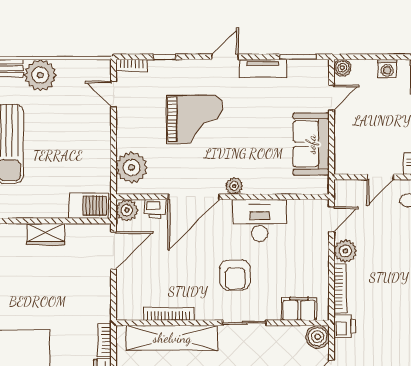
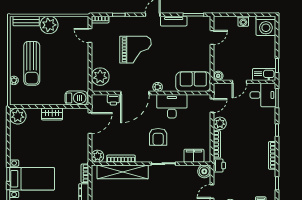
boiler: (342, 68) -> (218, 76), moved
sofa: (311, 144) -> (193, 82), moved, turned 90
plant: (127, 210) -> (97, 156), moved

